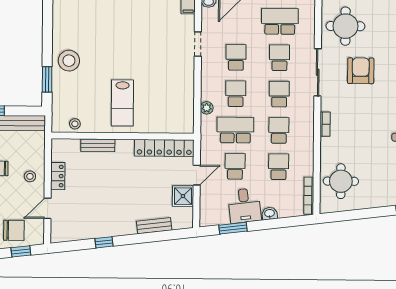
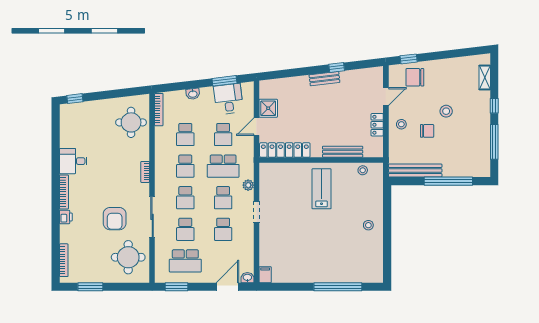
doorway: (198, 44) -> (256, 212), moved
stool: (69, 61) -> (368, 225), width x0.53, depth x0.53
window: (47, 79) -> (387, 209), removed
bench: (98, 145) -> (343, 152), width x1.36
desk: (244, 206) -> (228, 99), moved
bench: (154, 226) -> (324, 79), moved

